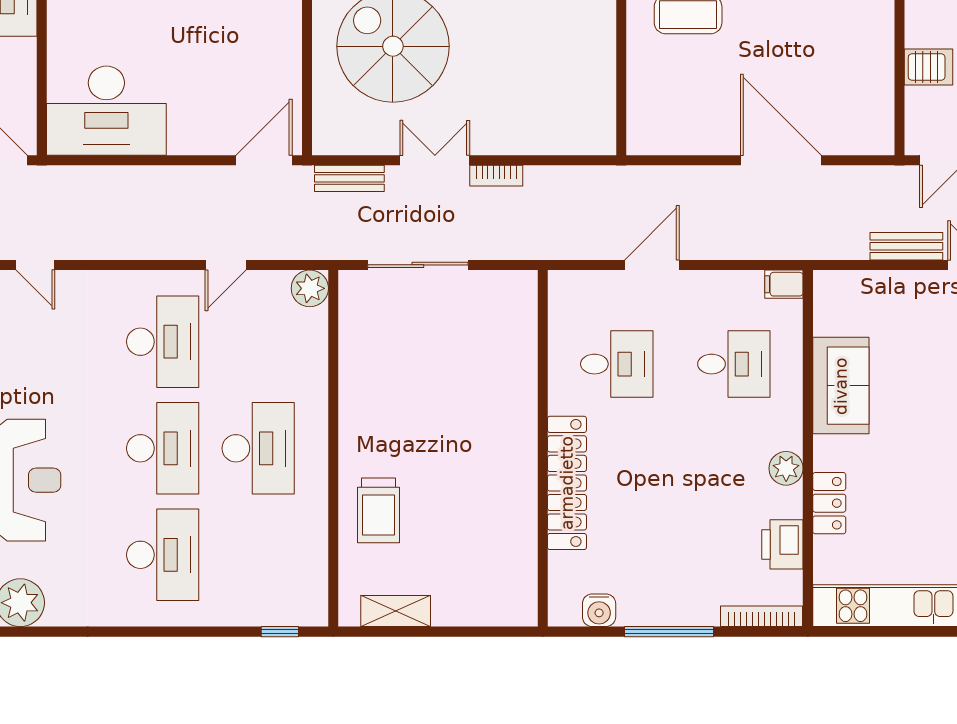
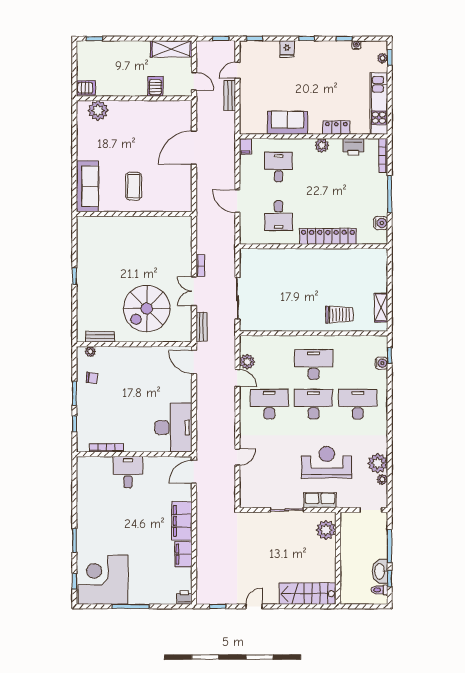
plant: (310, 288) -> (247, 362), moved
desk: (617, 364) -> (279, 216), turned 180
water cooler: (261, 612) -> (381, 363), added

